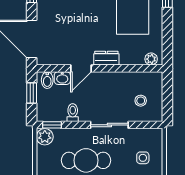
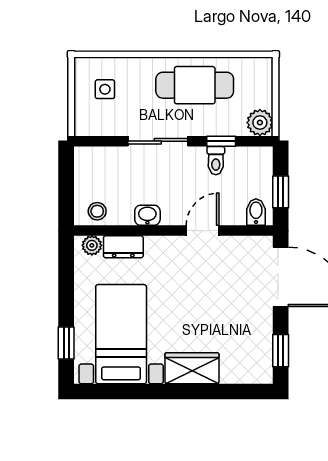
dresser: (106, 58) -> (123, 247), moved
washbasin: (62, 78) -> (147, 215), moved
stool: (141, 101) -> (97, 211), moved
window: (52, 125) -> (221, 141), moved

